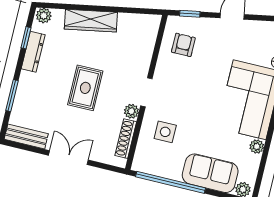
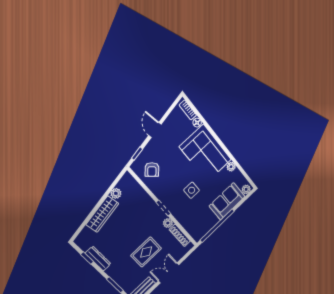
plant: (44, 16) -> (116, 193), moved
armchair: (183, 45) -> (152, 170), turned -137
rug: (85, 88) -> (146, 252), moved, turned 90
side table: (165, 132) -> (192, 190), moved

